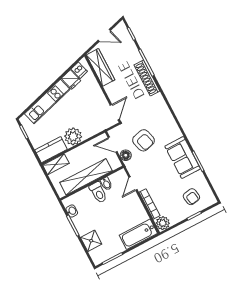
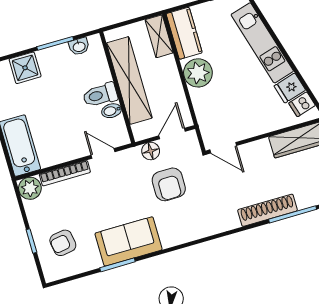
armchair: (144, 140) -> (169, 184), turned -75

